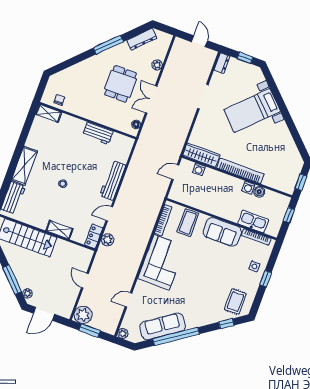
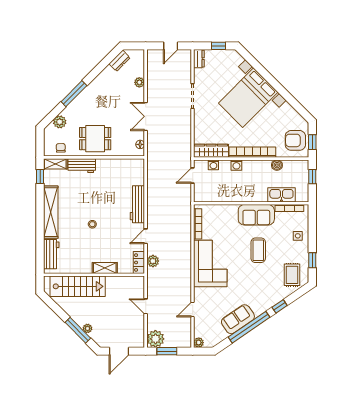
dresser: (142, 39) -> (120, 61), width x0.70
door: (200, 41) -> (171, 46), swing flipped
window: (108, 45) -> (74, 94), moved
plant: (67, 75) -> (60, 122), added
dining table: (121, 84) -> (95, 139), moved, turned 90
bed with nightstands: (252, 110) -> (248, 98), width x1.36
window: (30, 120) -> (40, 176), added
workbench: (98, 133) -> (82, 166), moved
shelving: (24, 166) -> (51, 212), width x1.47
armchair: (285, 175) -> (295, 140), added
washing machine: (248, 188) -> (236, 165), moved
coffee table: (188, 223) -> (258, 250), moved
window: (266, 279) -> (312, 260), moved
plant: (27, 293) -> (87, 328), moved
window: (226, 324) -> (280, 306), moved
sofa: (163, 326) -> (238, 319), width x0.73

